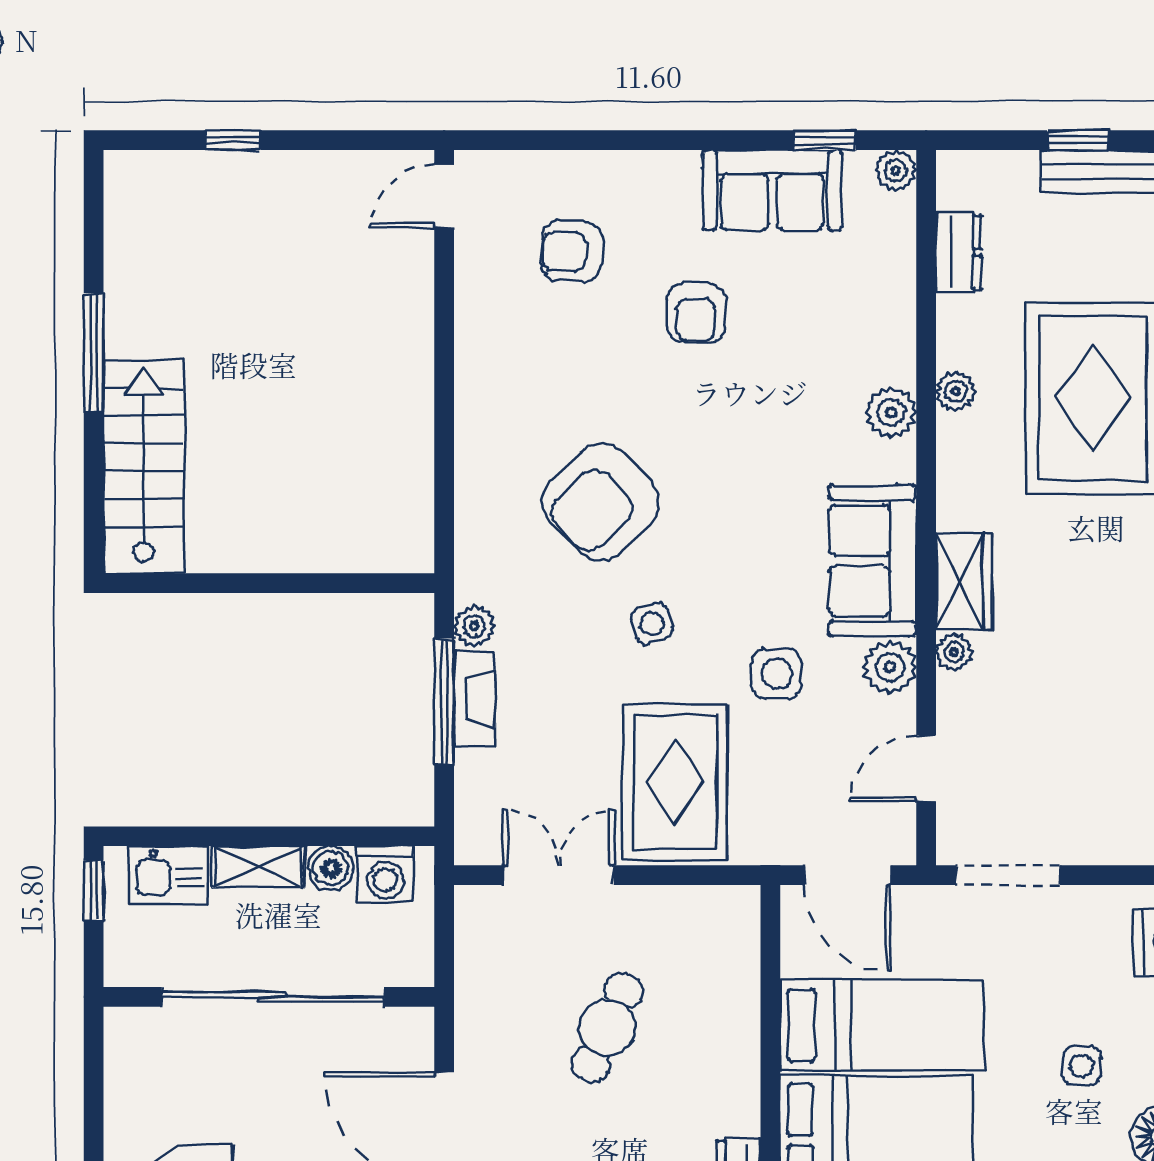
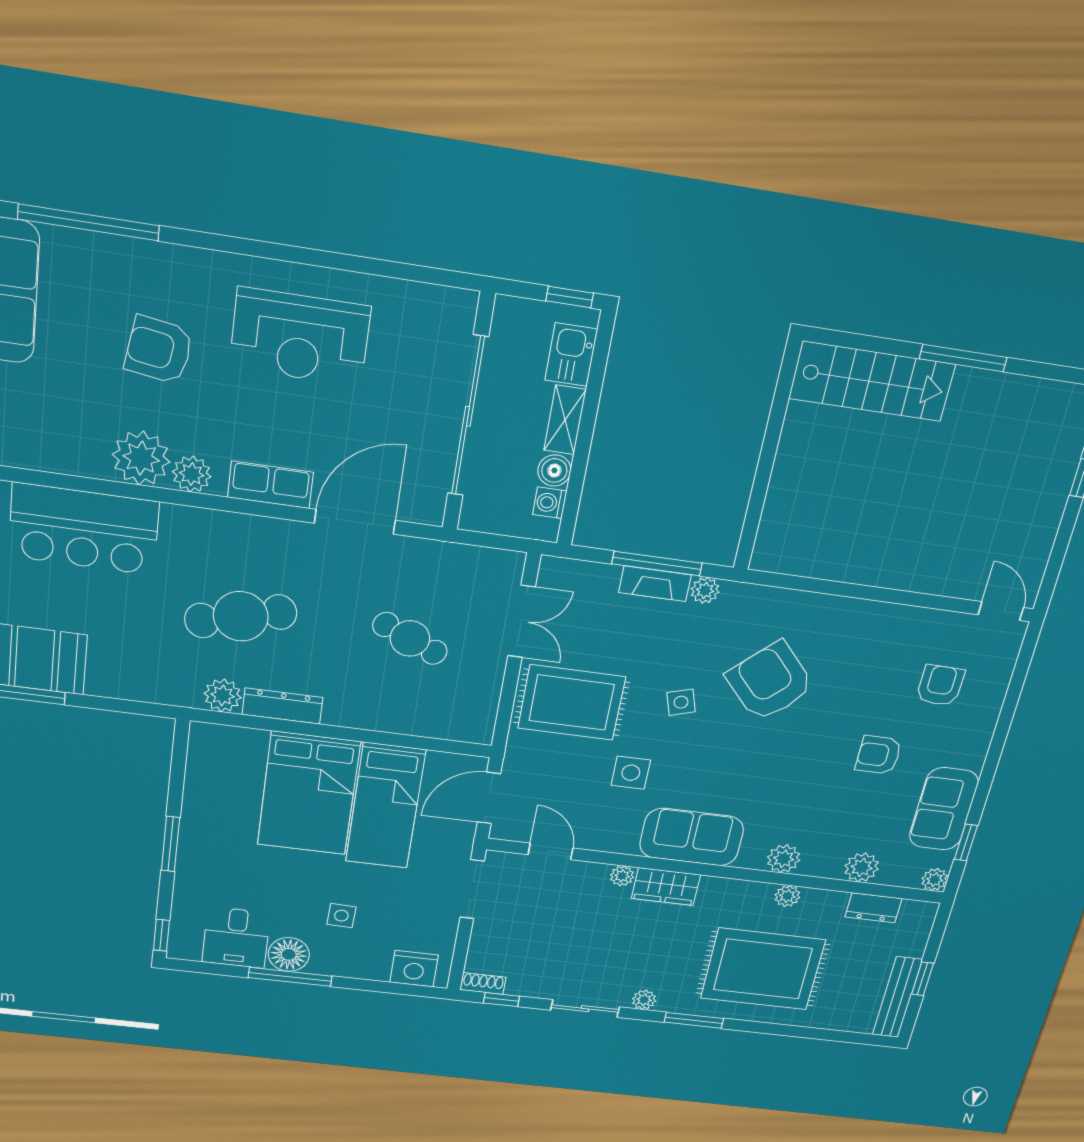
plant: (890, 667) -> (862, 867), moved
washing machine: (385, 874) -> (550, 503), width x0.73, depth x0.73

